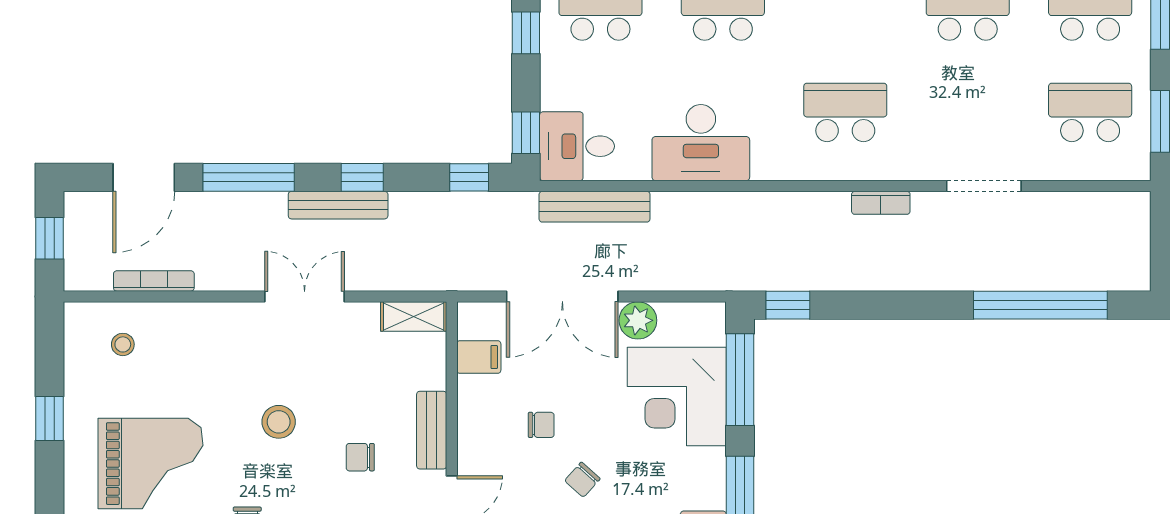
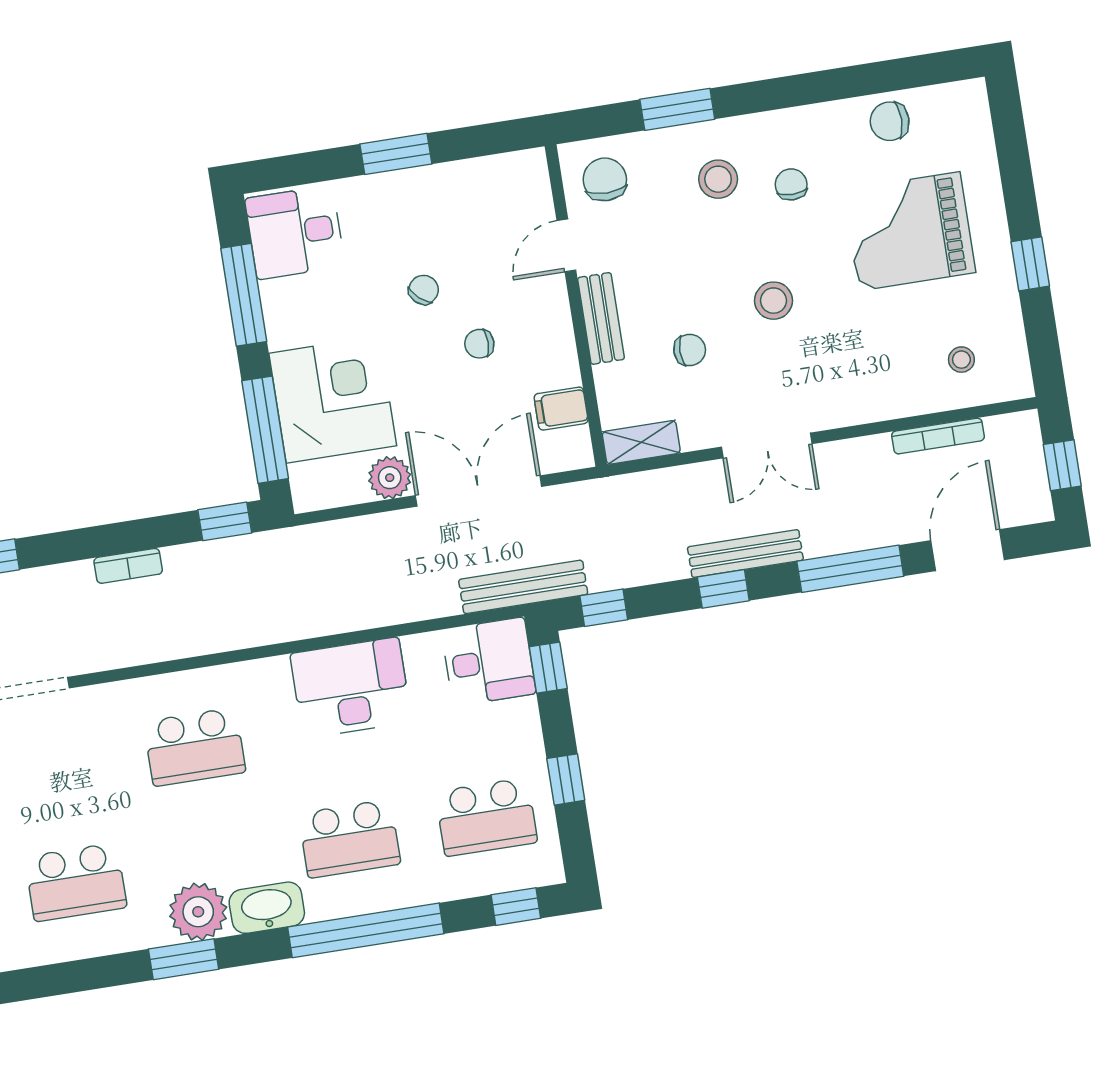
bookcase: (881, 203) -> (128, 566), moved, turned 180
bench: (595, 207) -> (523, 587), moved
chair: (360, 457) -> (690, 350), moved

